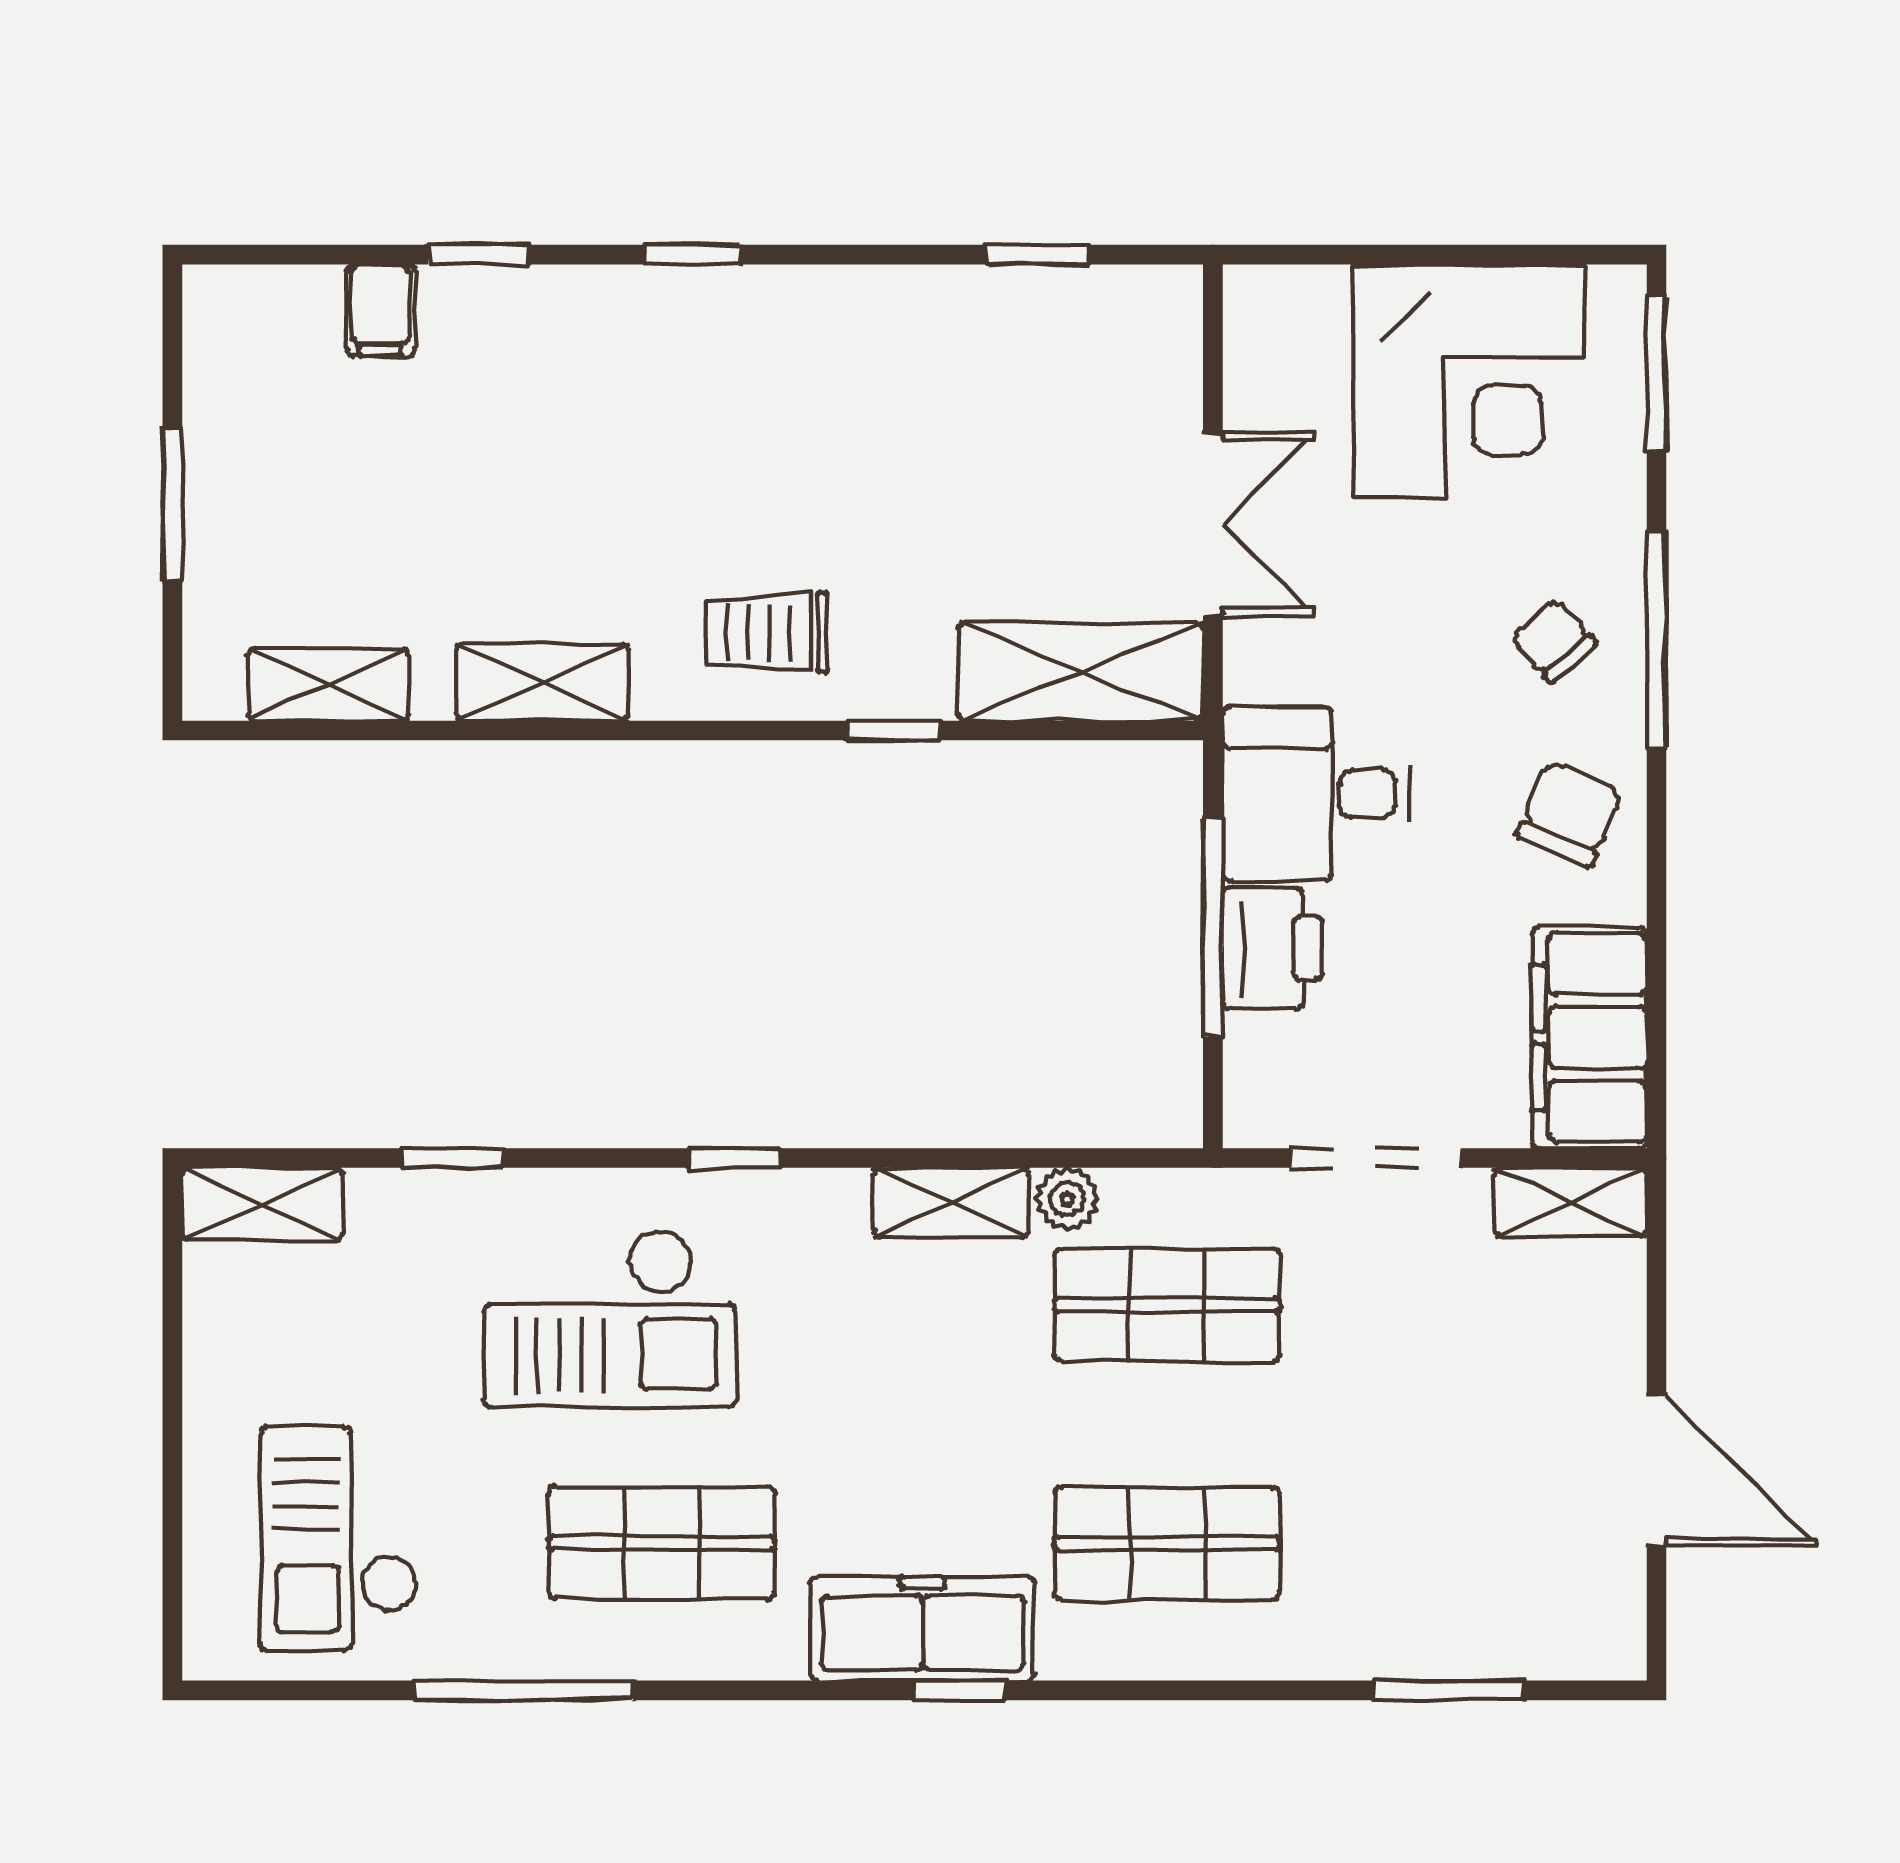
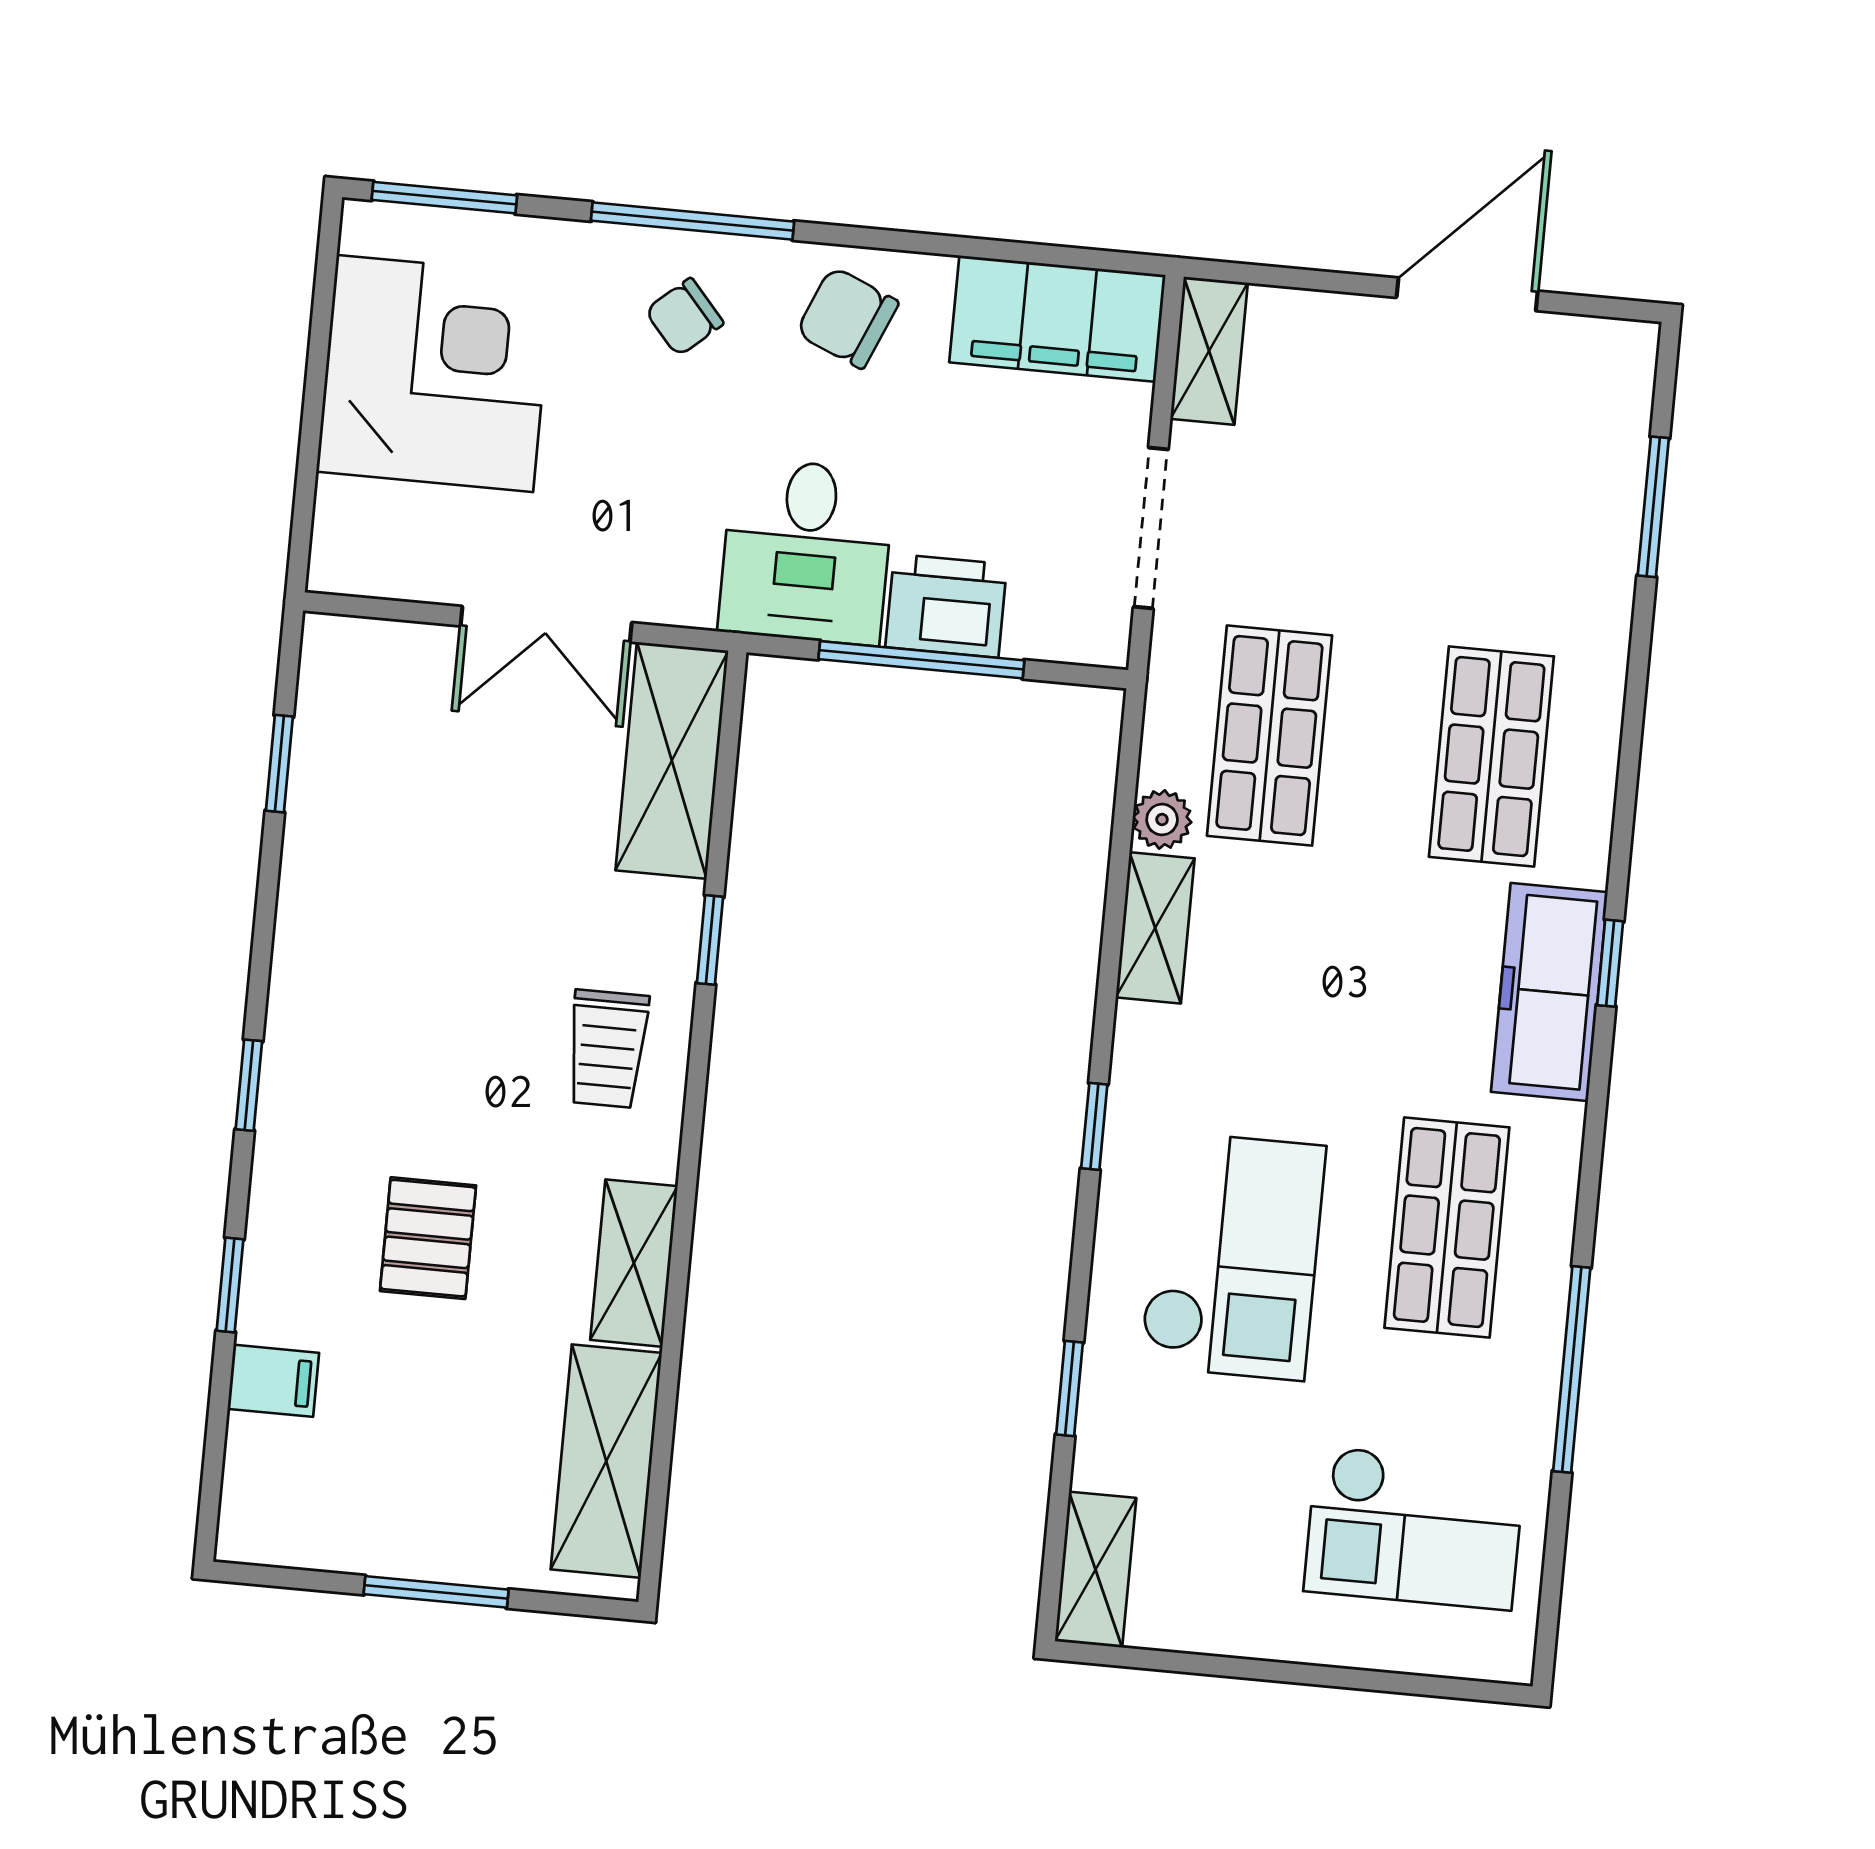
pallet: (548, 460) -> (428, 1238), added
double door: (1213, 524) -> (546, 624), swing flipped
shelving: (329, 685) -> (606, 1461), width x1.50, depth x1.33

